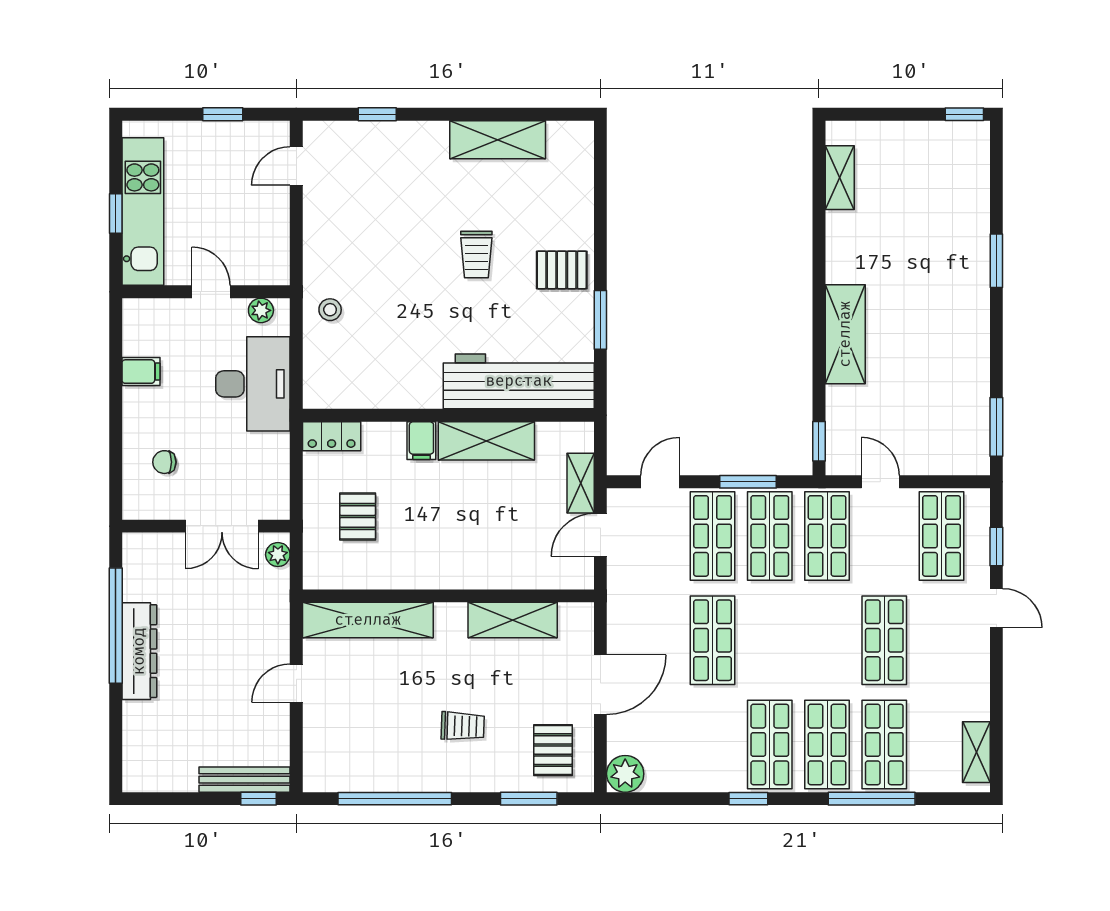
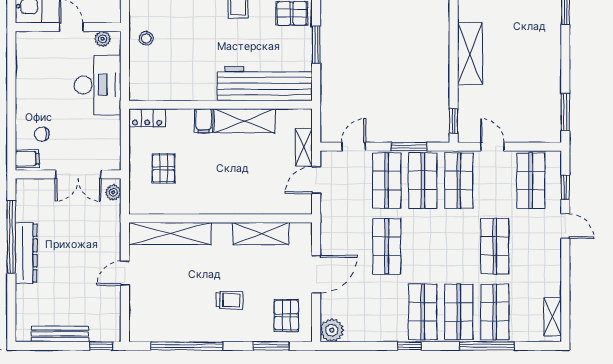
filing cabinet: (141, 372) -> (27, 159), moved
bench: (245, 780) -> (60, 334), moved

